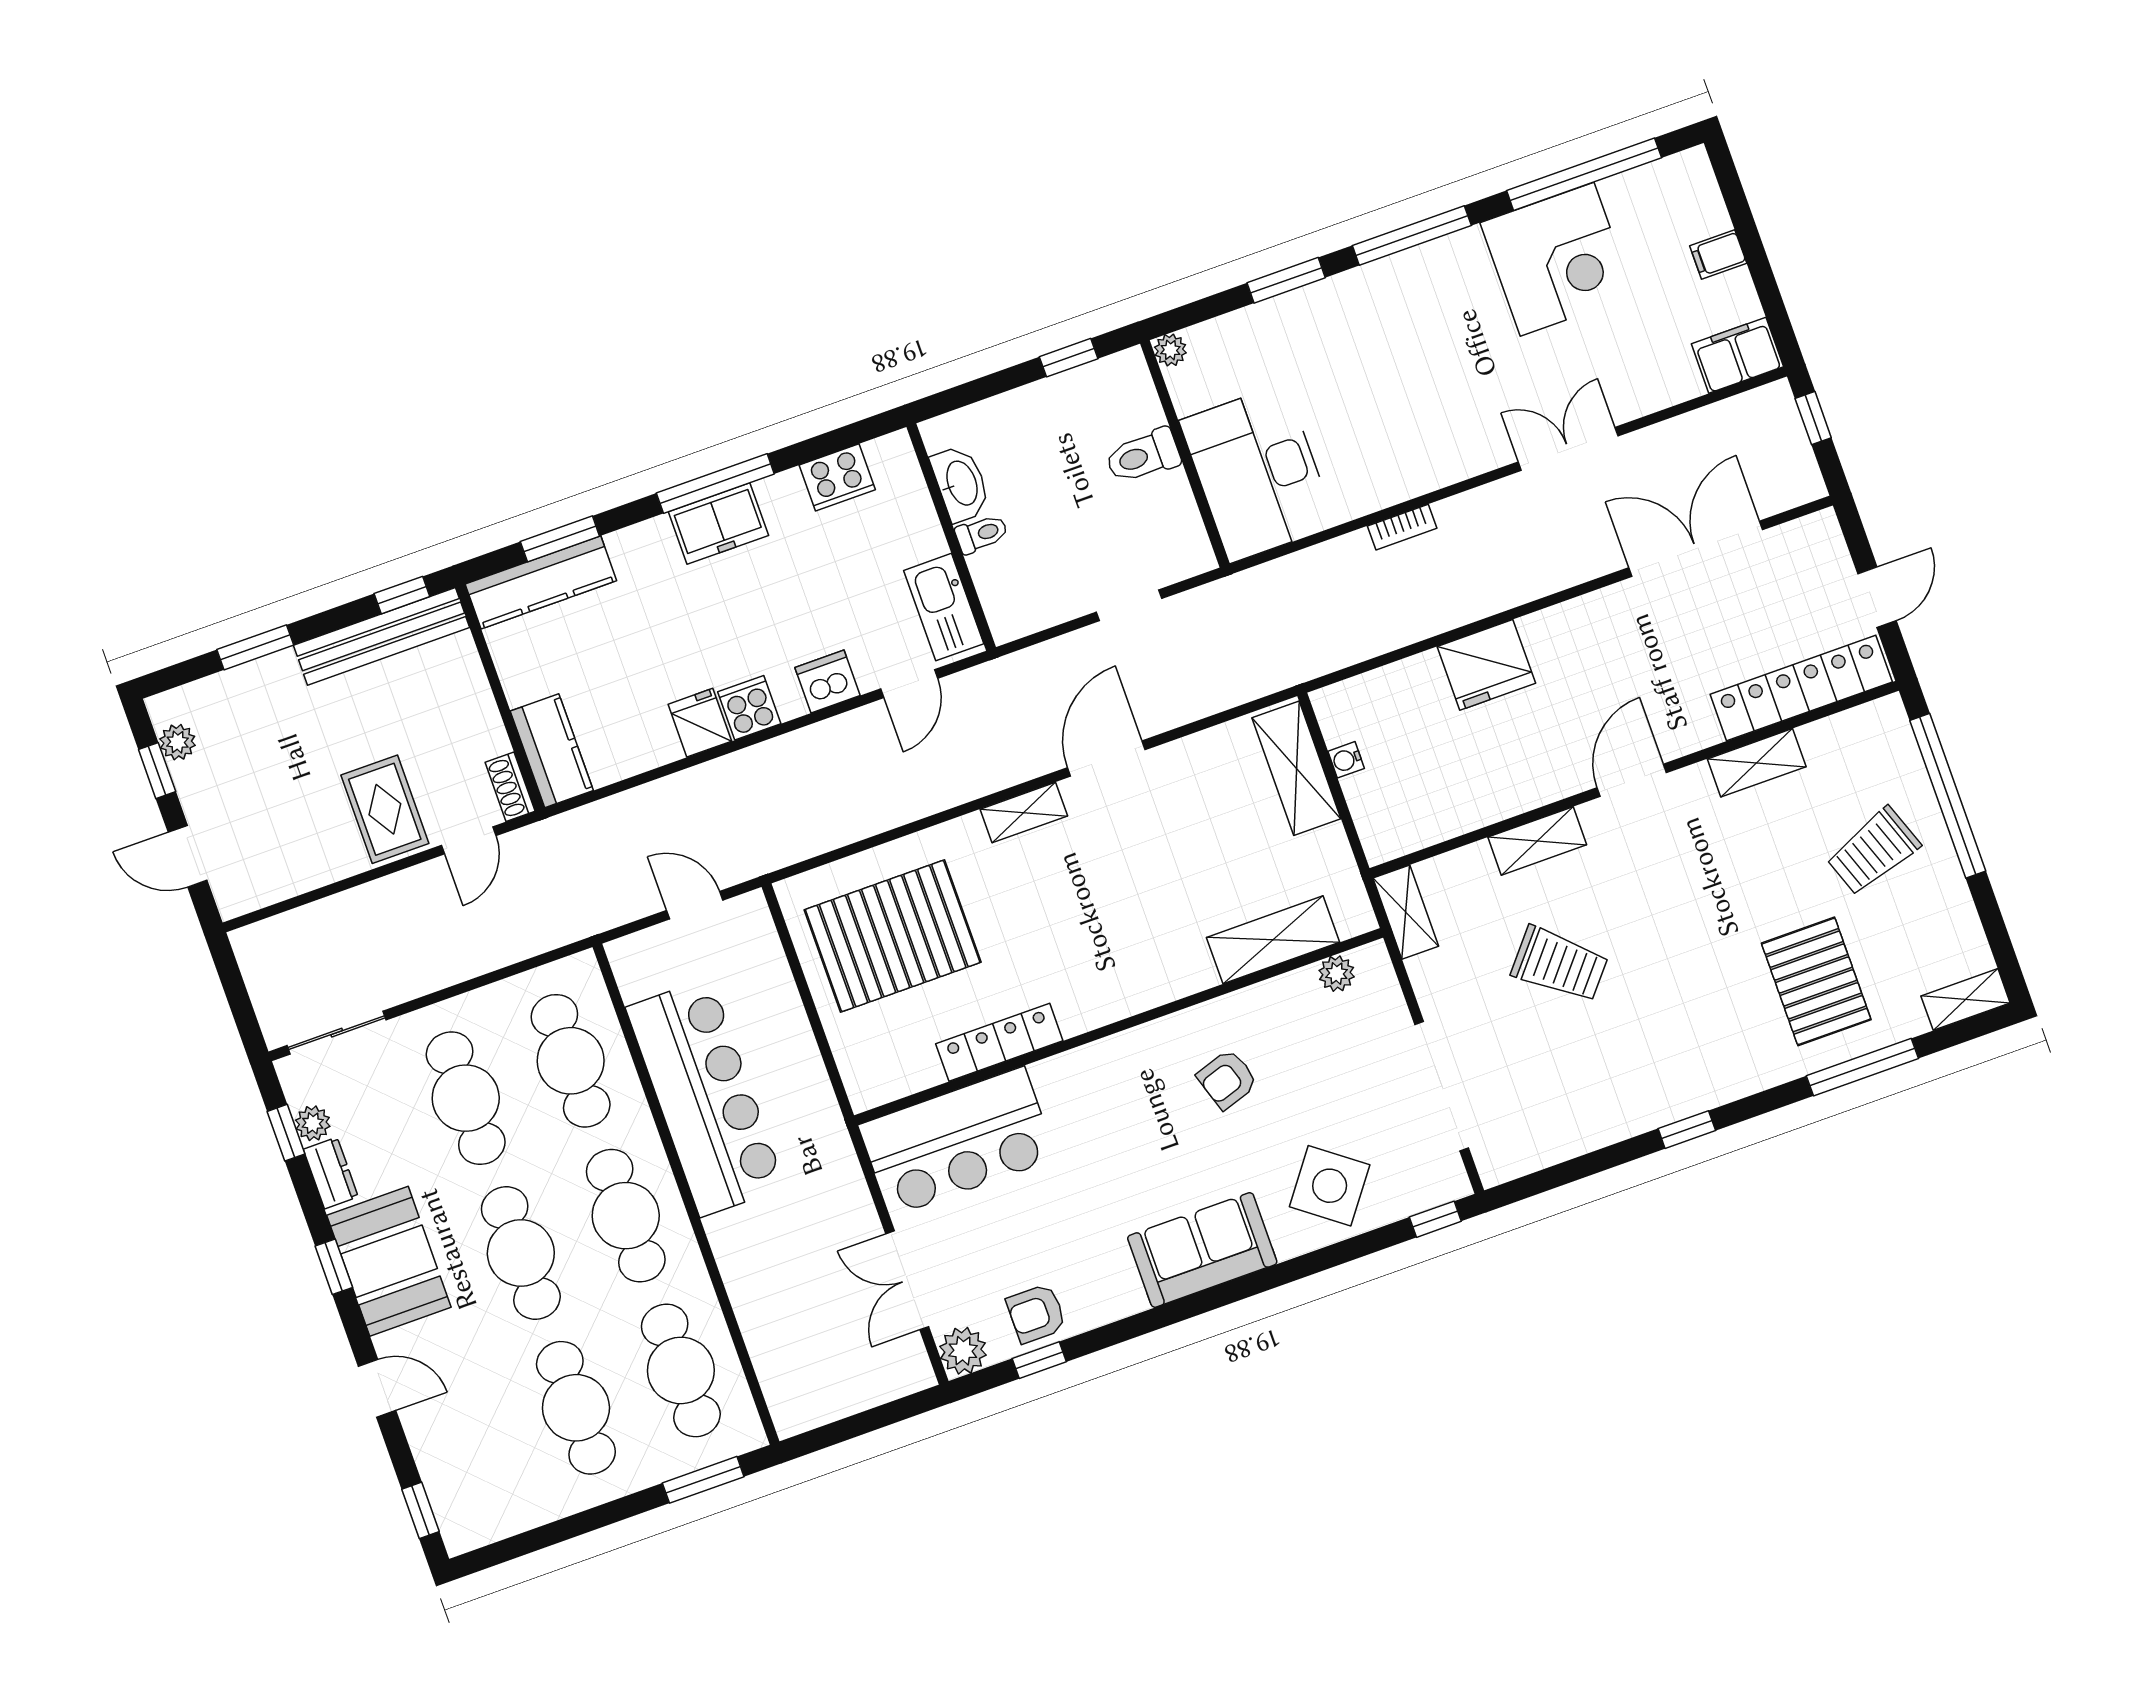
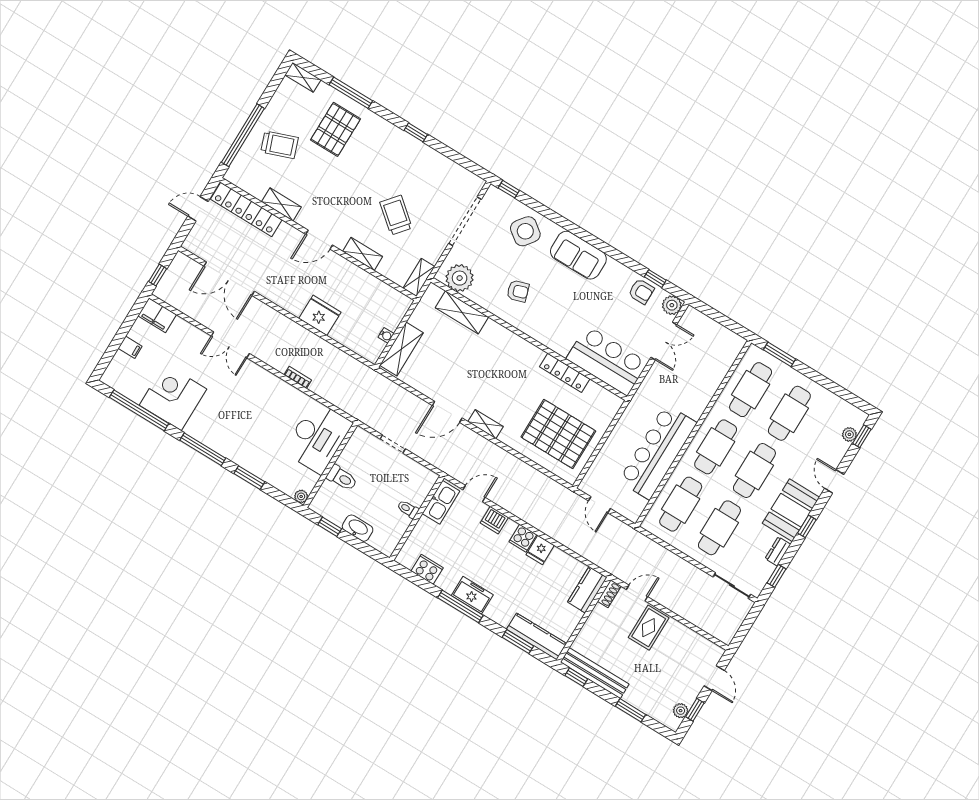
washbasin: (961, 484) -> (358, 528), moved, turned 90
plant: (1337, 974) -> (460, 278), width x1.87, depth x1.87
plant: (313, 1123) -> (849, 434), moved

